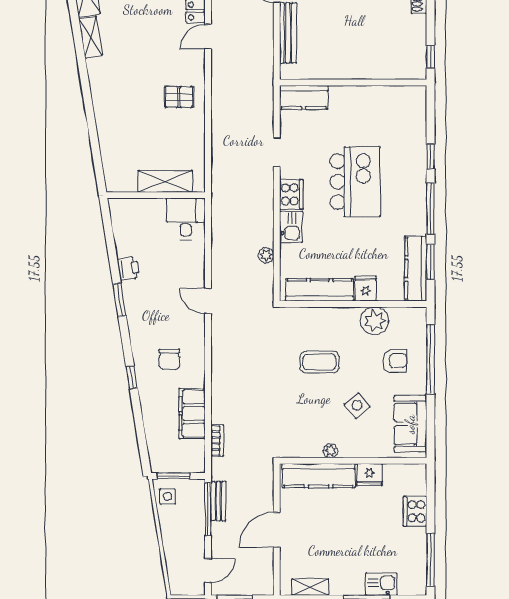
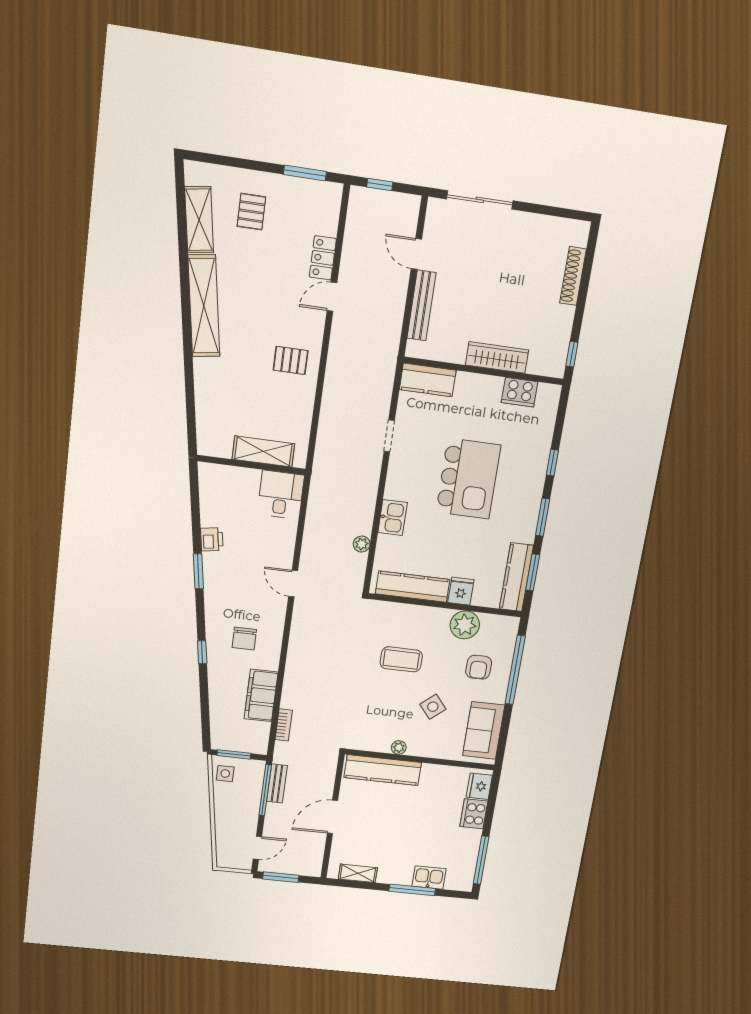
shelving: (91, 37) -> (204, 306), width x2.20, depth x1.33
wardrobe: (363, 69) -> (497, 357), added
cooker: (291, 194) -> (520, 392), moved, turned 90
window: (430, 209) -> (543, 517), width x0.69
armchair: (395, 361) -> (479, 667), turned 90
fridge: (369, 475) -> (479, 786), moved, turned 90

